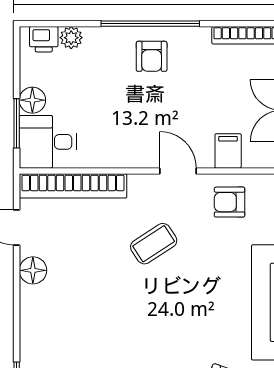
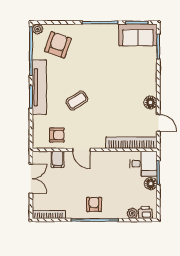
coffee table: (154, 244) -> (77, 101), moved

